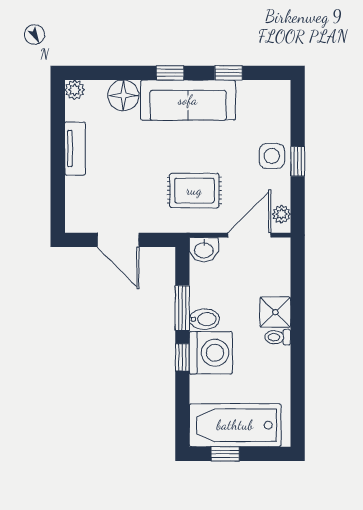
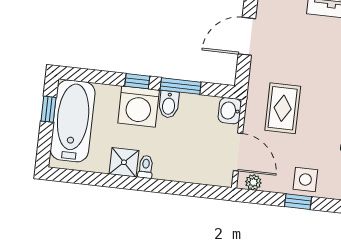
shower: (275, 312) -> (124, 162), moved

